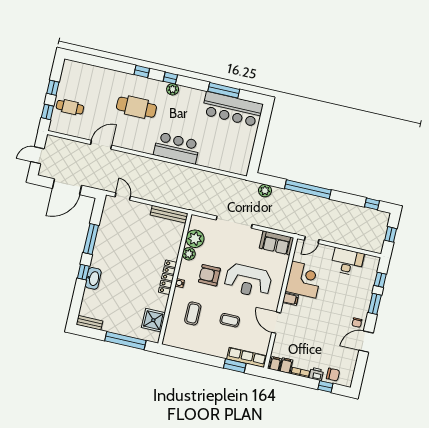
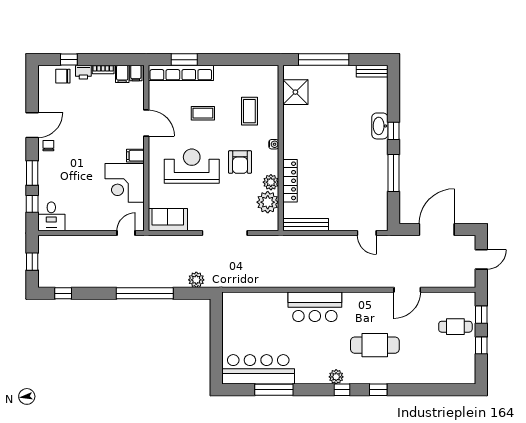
desk: (347, 262) -> (51, 216), moved, width x0.73
armchair: (209, 275) -> (240, 162), turned 90
locker: (168, 277) -> (290, 181), moved
row of seats: (247, 357) -> (181, 73), width x1.36

